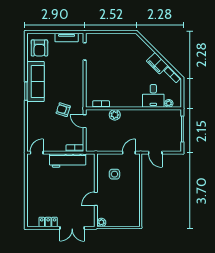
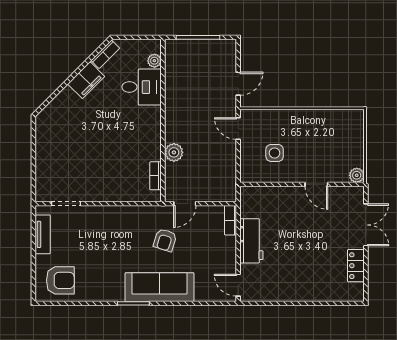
sofa: (35, 82) -> (159, 287), moved
workbench: (68, 161) -> (251, 241), width x0.73

